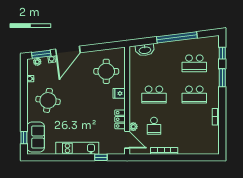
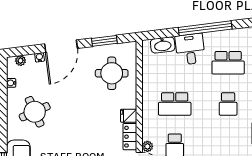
desk: (166, 53) -> (190, 49), added
window: (41, 54) -> (104, 41), moved
fridge: (119, 93) -> (129, 116), moved
school desk: (194, 95) -> (228, 104), width x0.54
round table: (48, 100) -> (35, 112), turned -32

